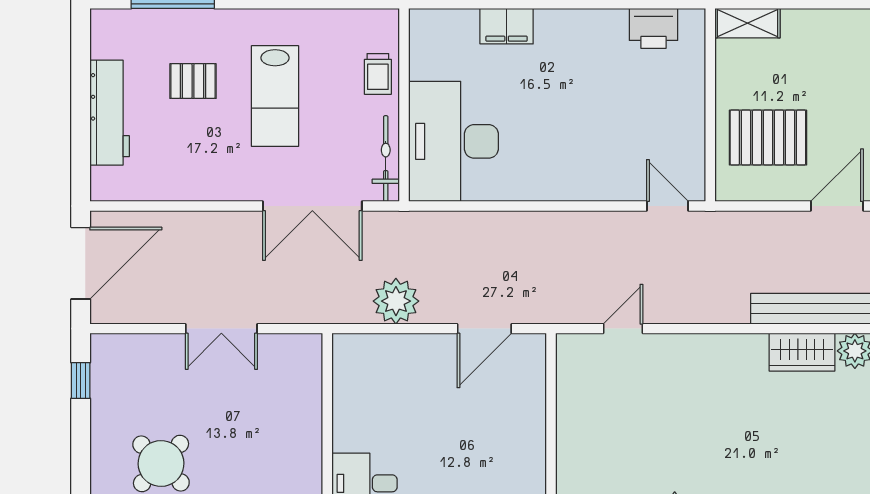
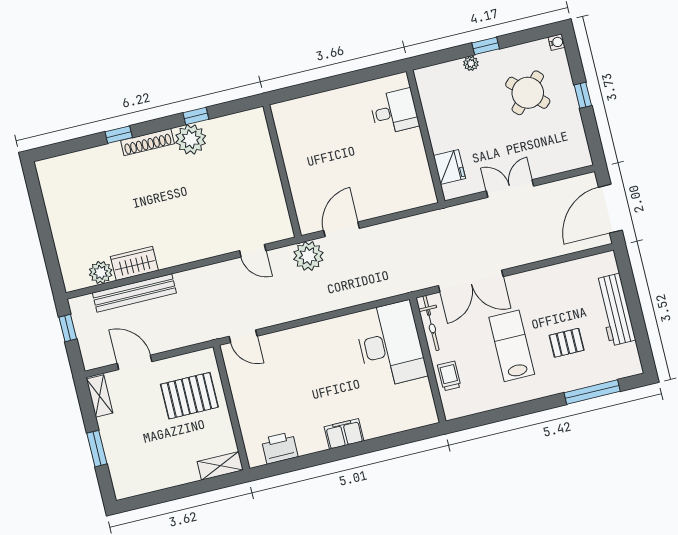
filing cabinet: (507, 26) -> (344, 434), moved
double door: (312, 206) -> (471, 281), swing flipped
door: (837, 206) -> (135, 362), swing flipped
plant: (396, 301) -> (308, 256), moved
door: (623, 329) -> (253, 251), hinge flipped
window: (81, 380) -> (583, 95), moved
fridge: (303, 382) -> (449, 167), added

